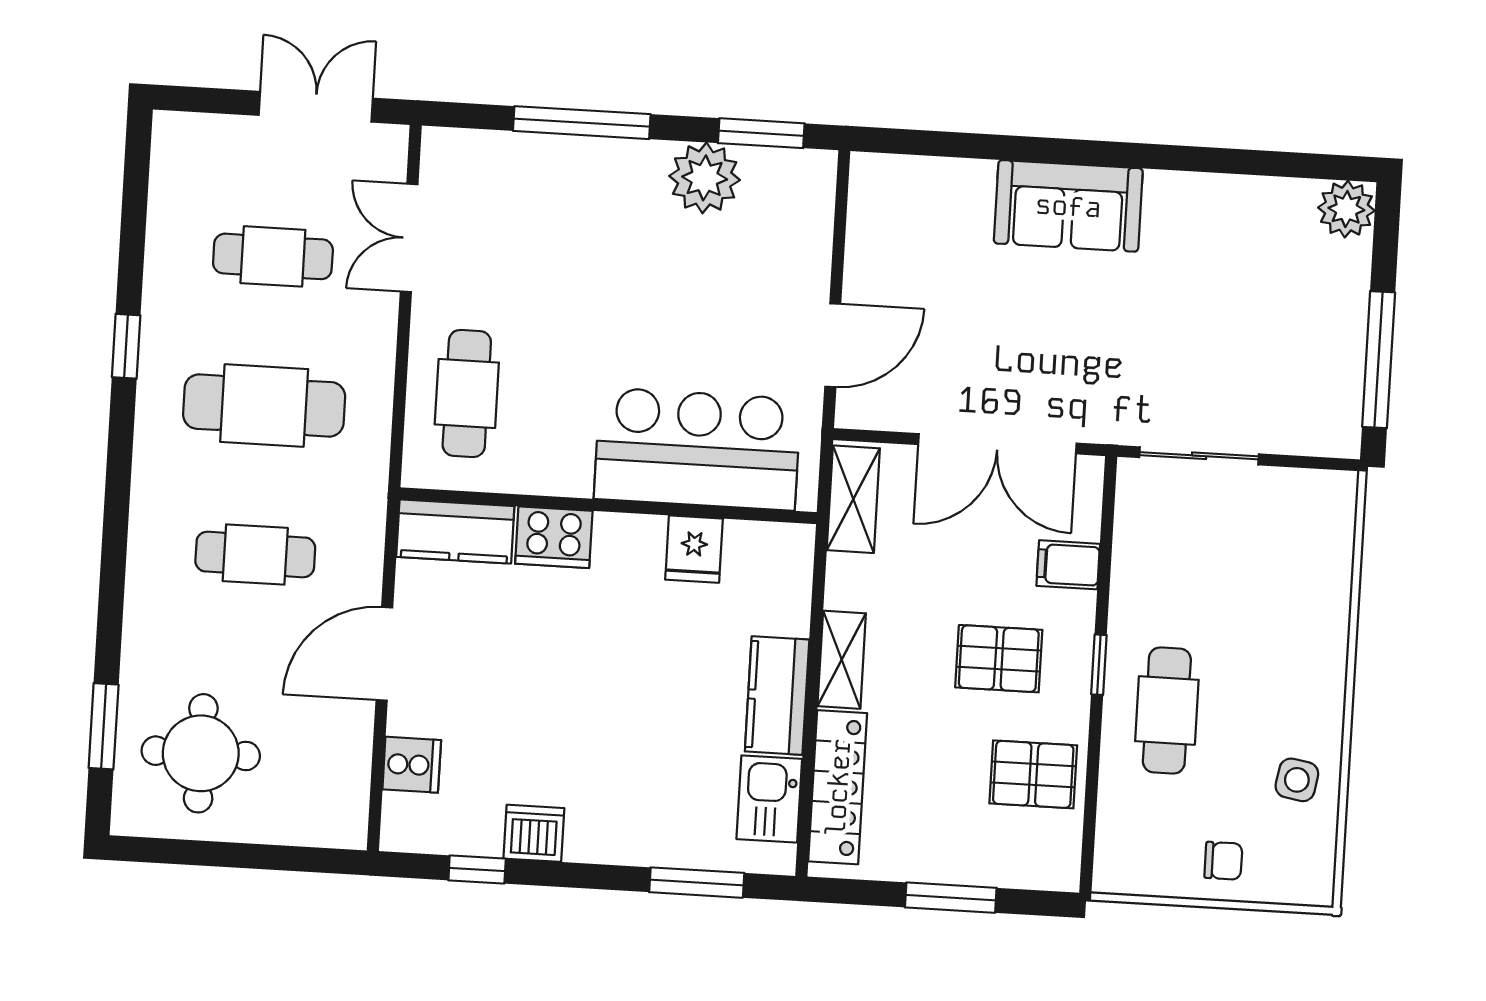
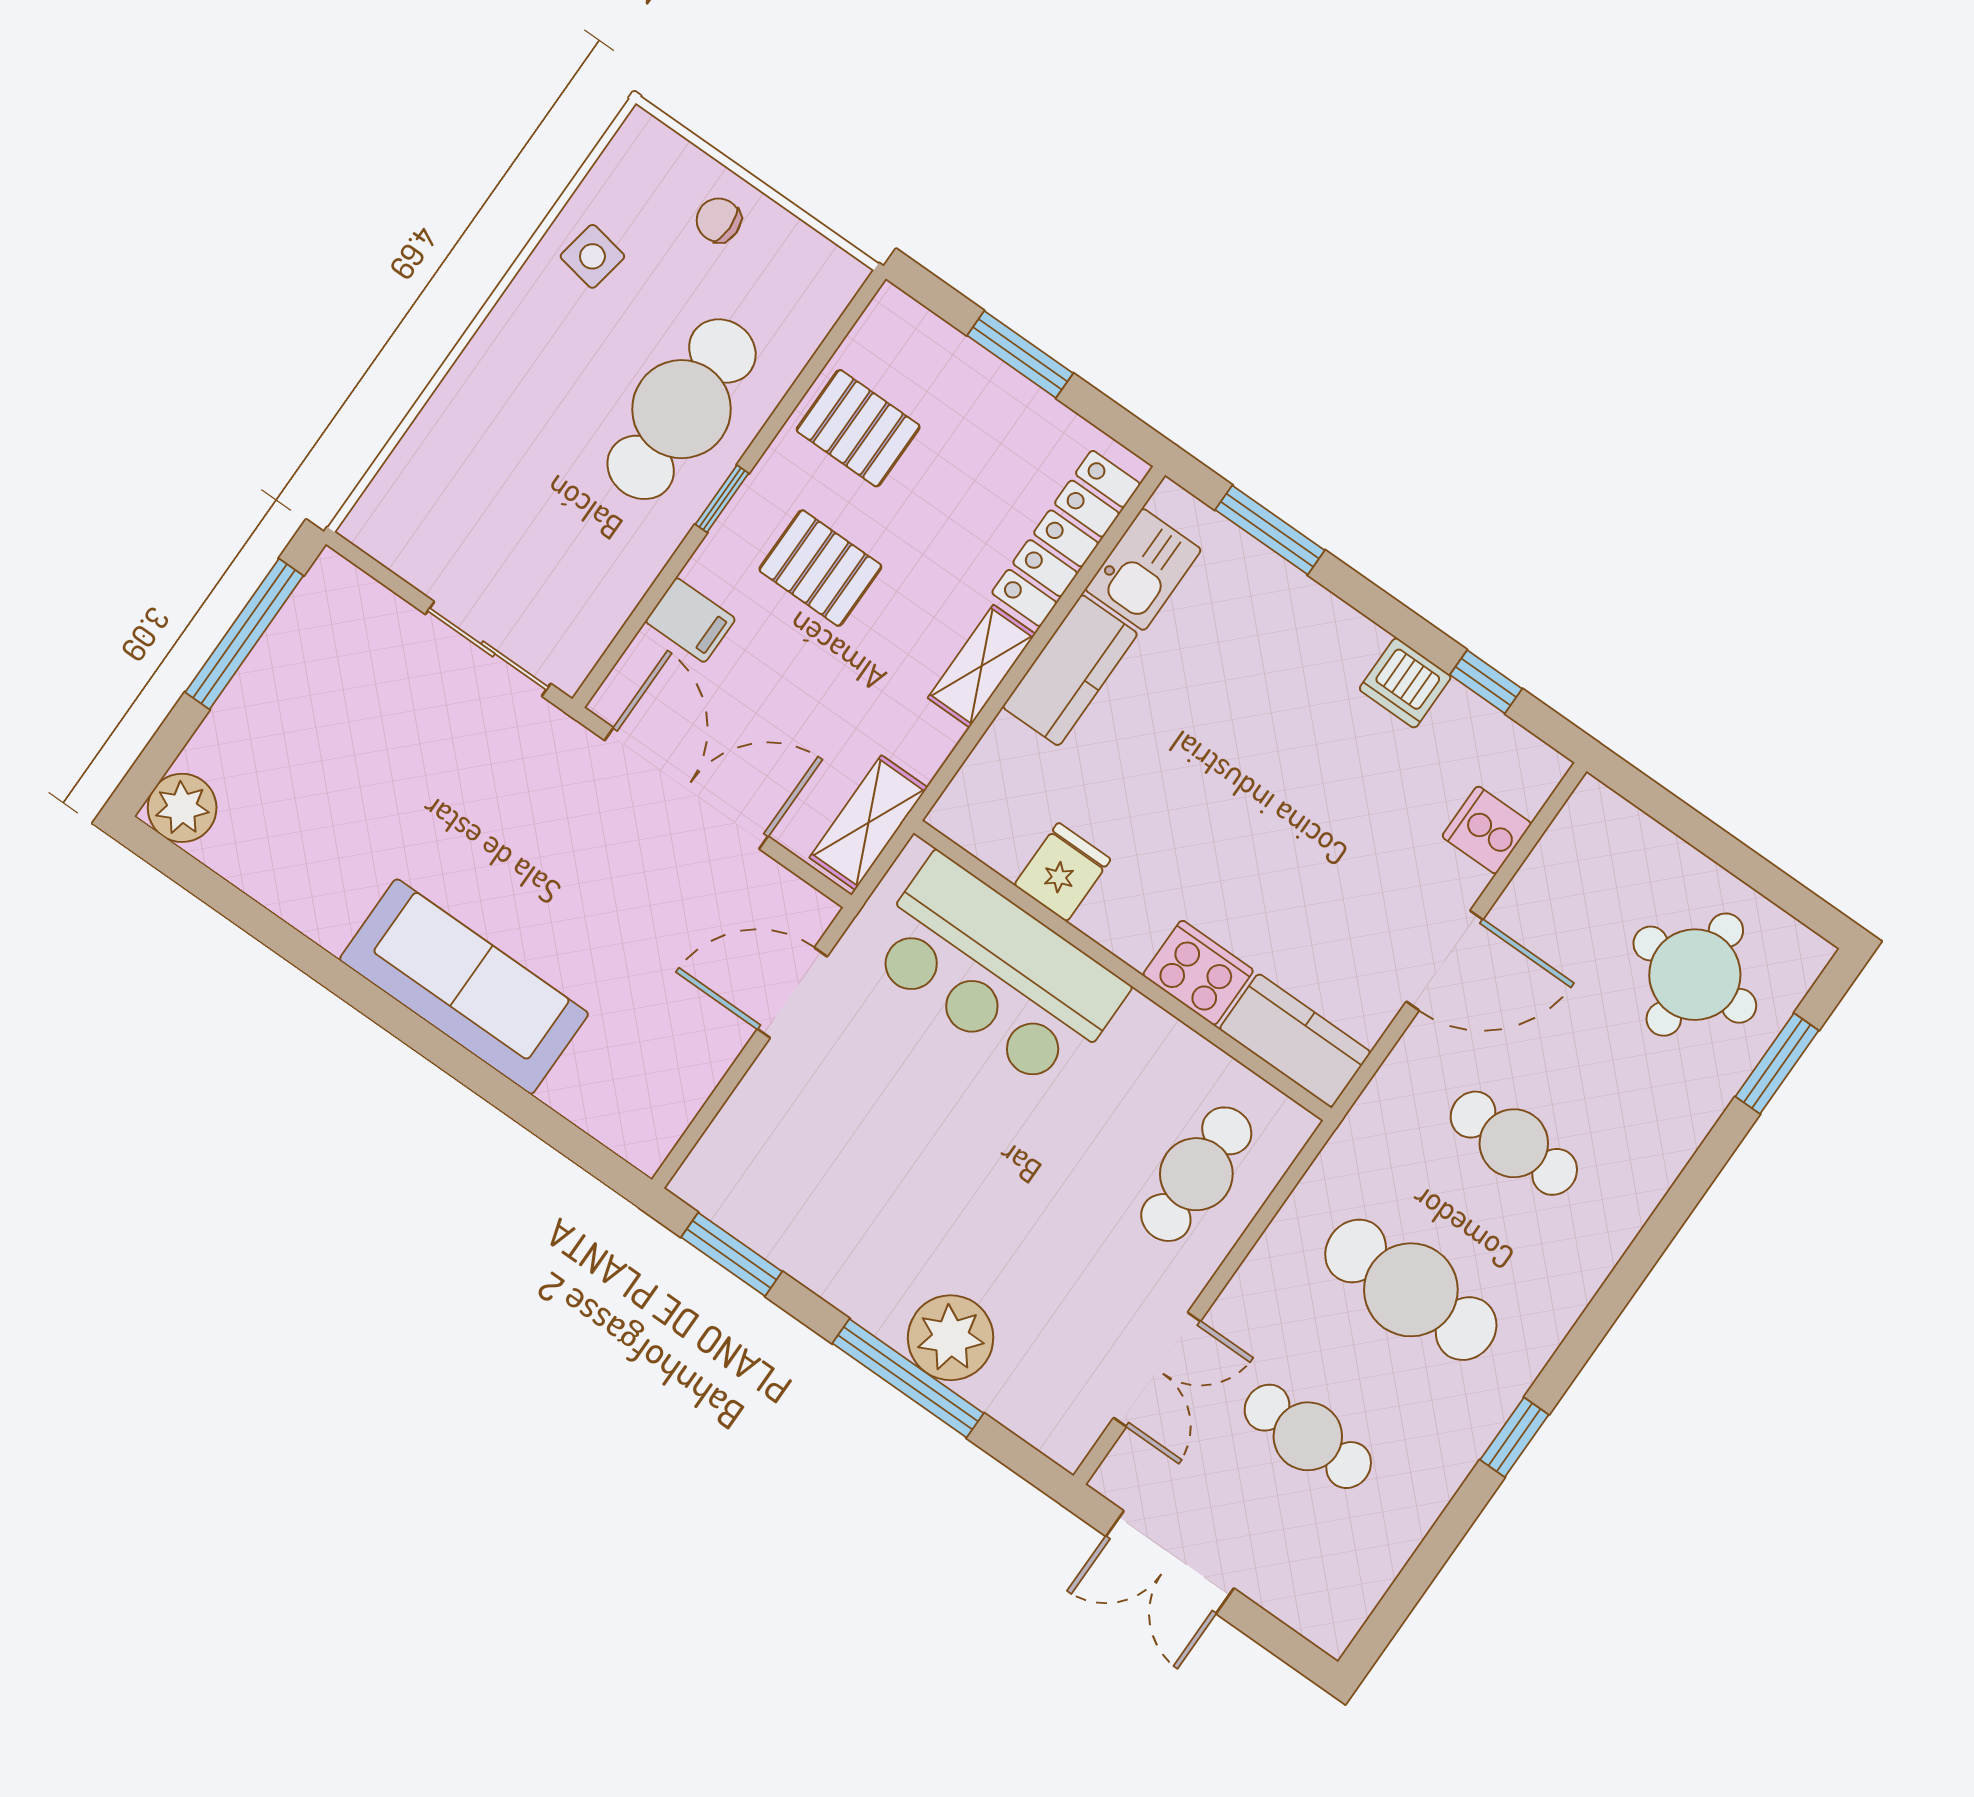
plant: (705, 178) -> (951, 1338), moved
sofa: (1068, 206) -> (464, 986), width x1.36
cafe table: (1167, 711) -> (682, 409), width x1.37, depth x1.35

